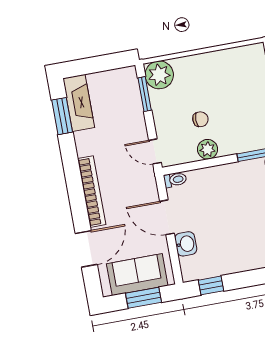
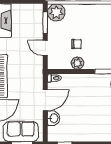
door: (155, 151) -> (45, 48), moved
door: (167, 217) -> (45, 100), swing flipped

